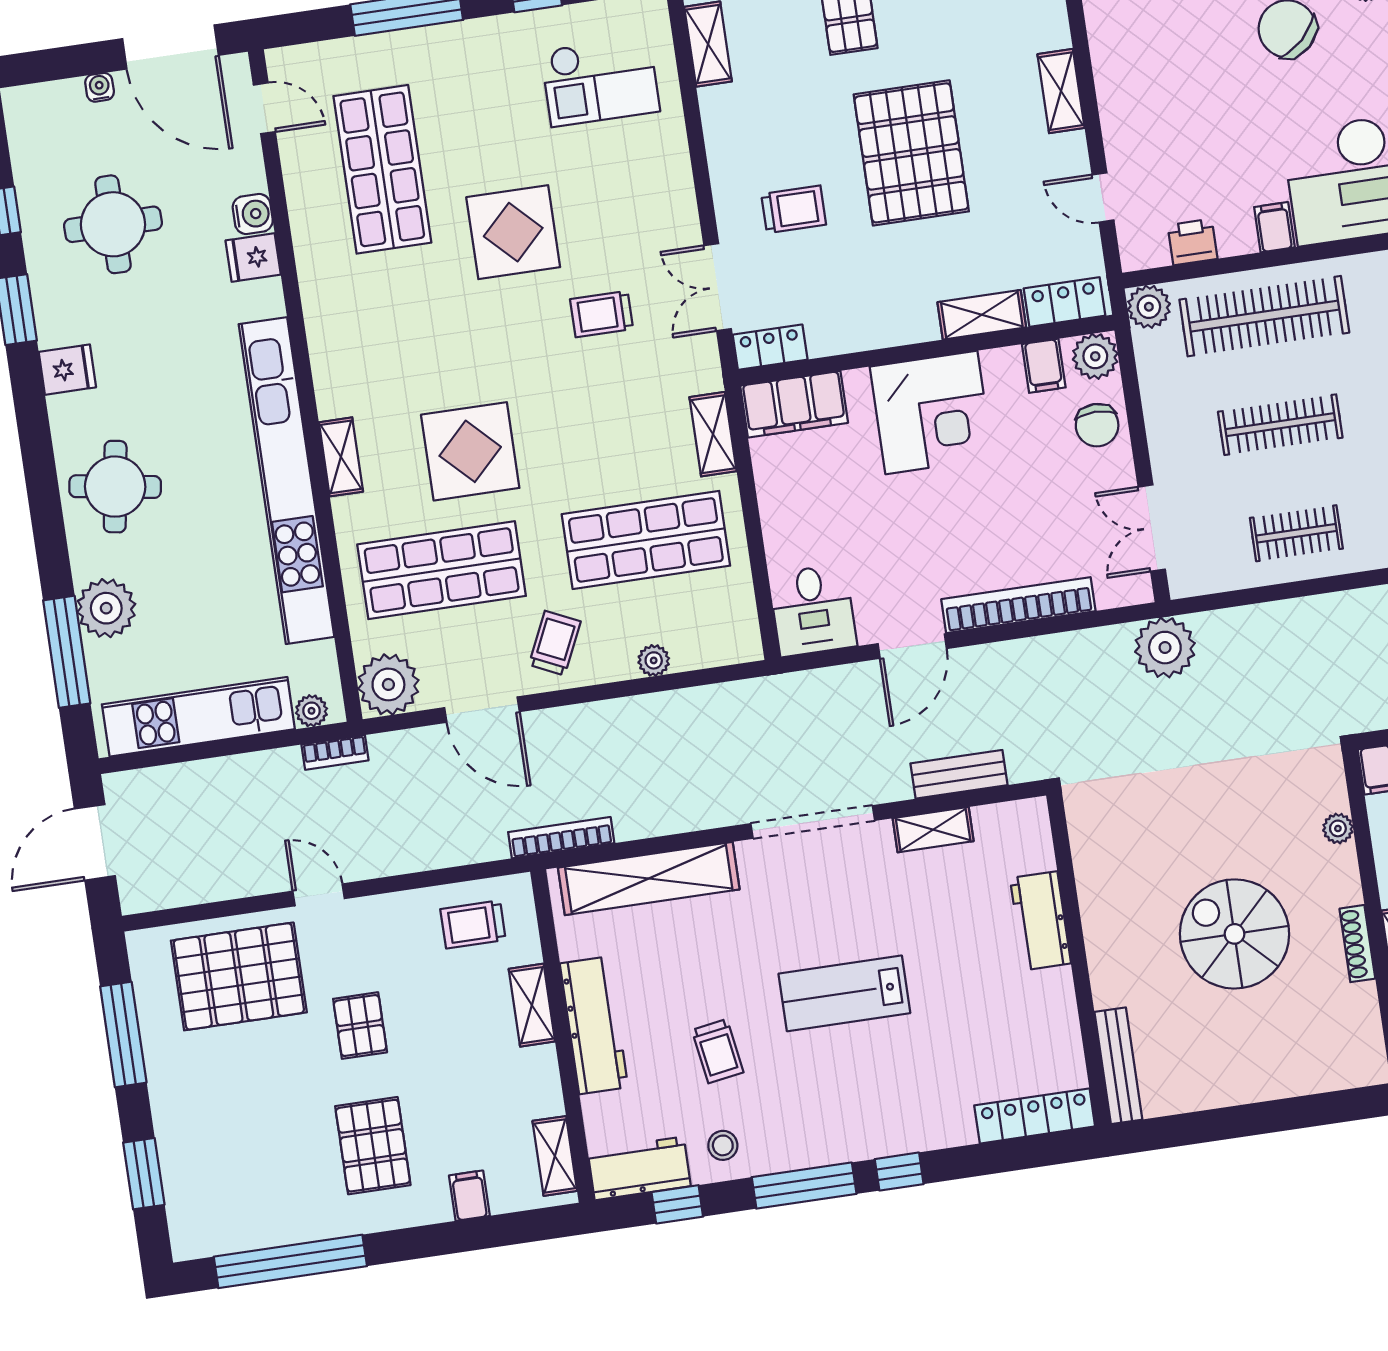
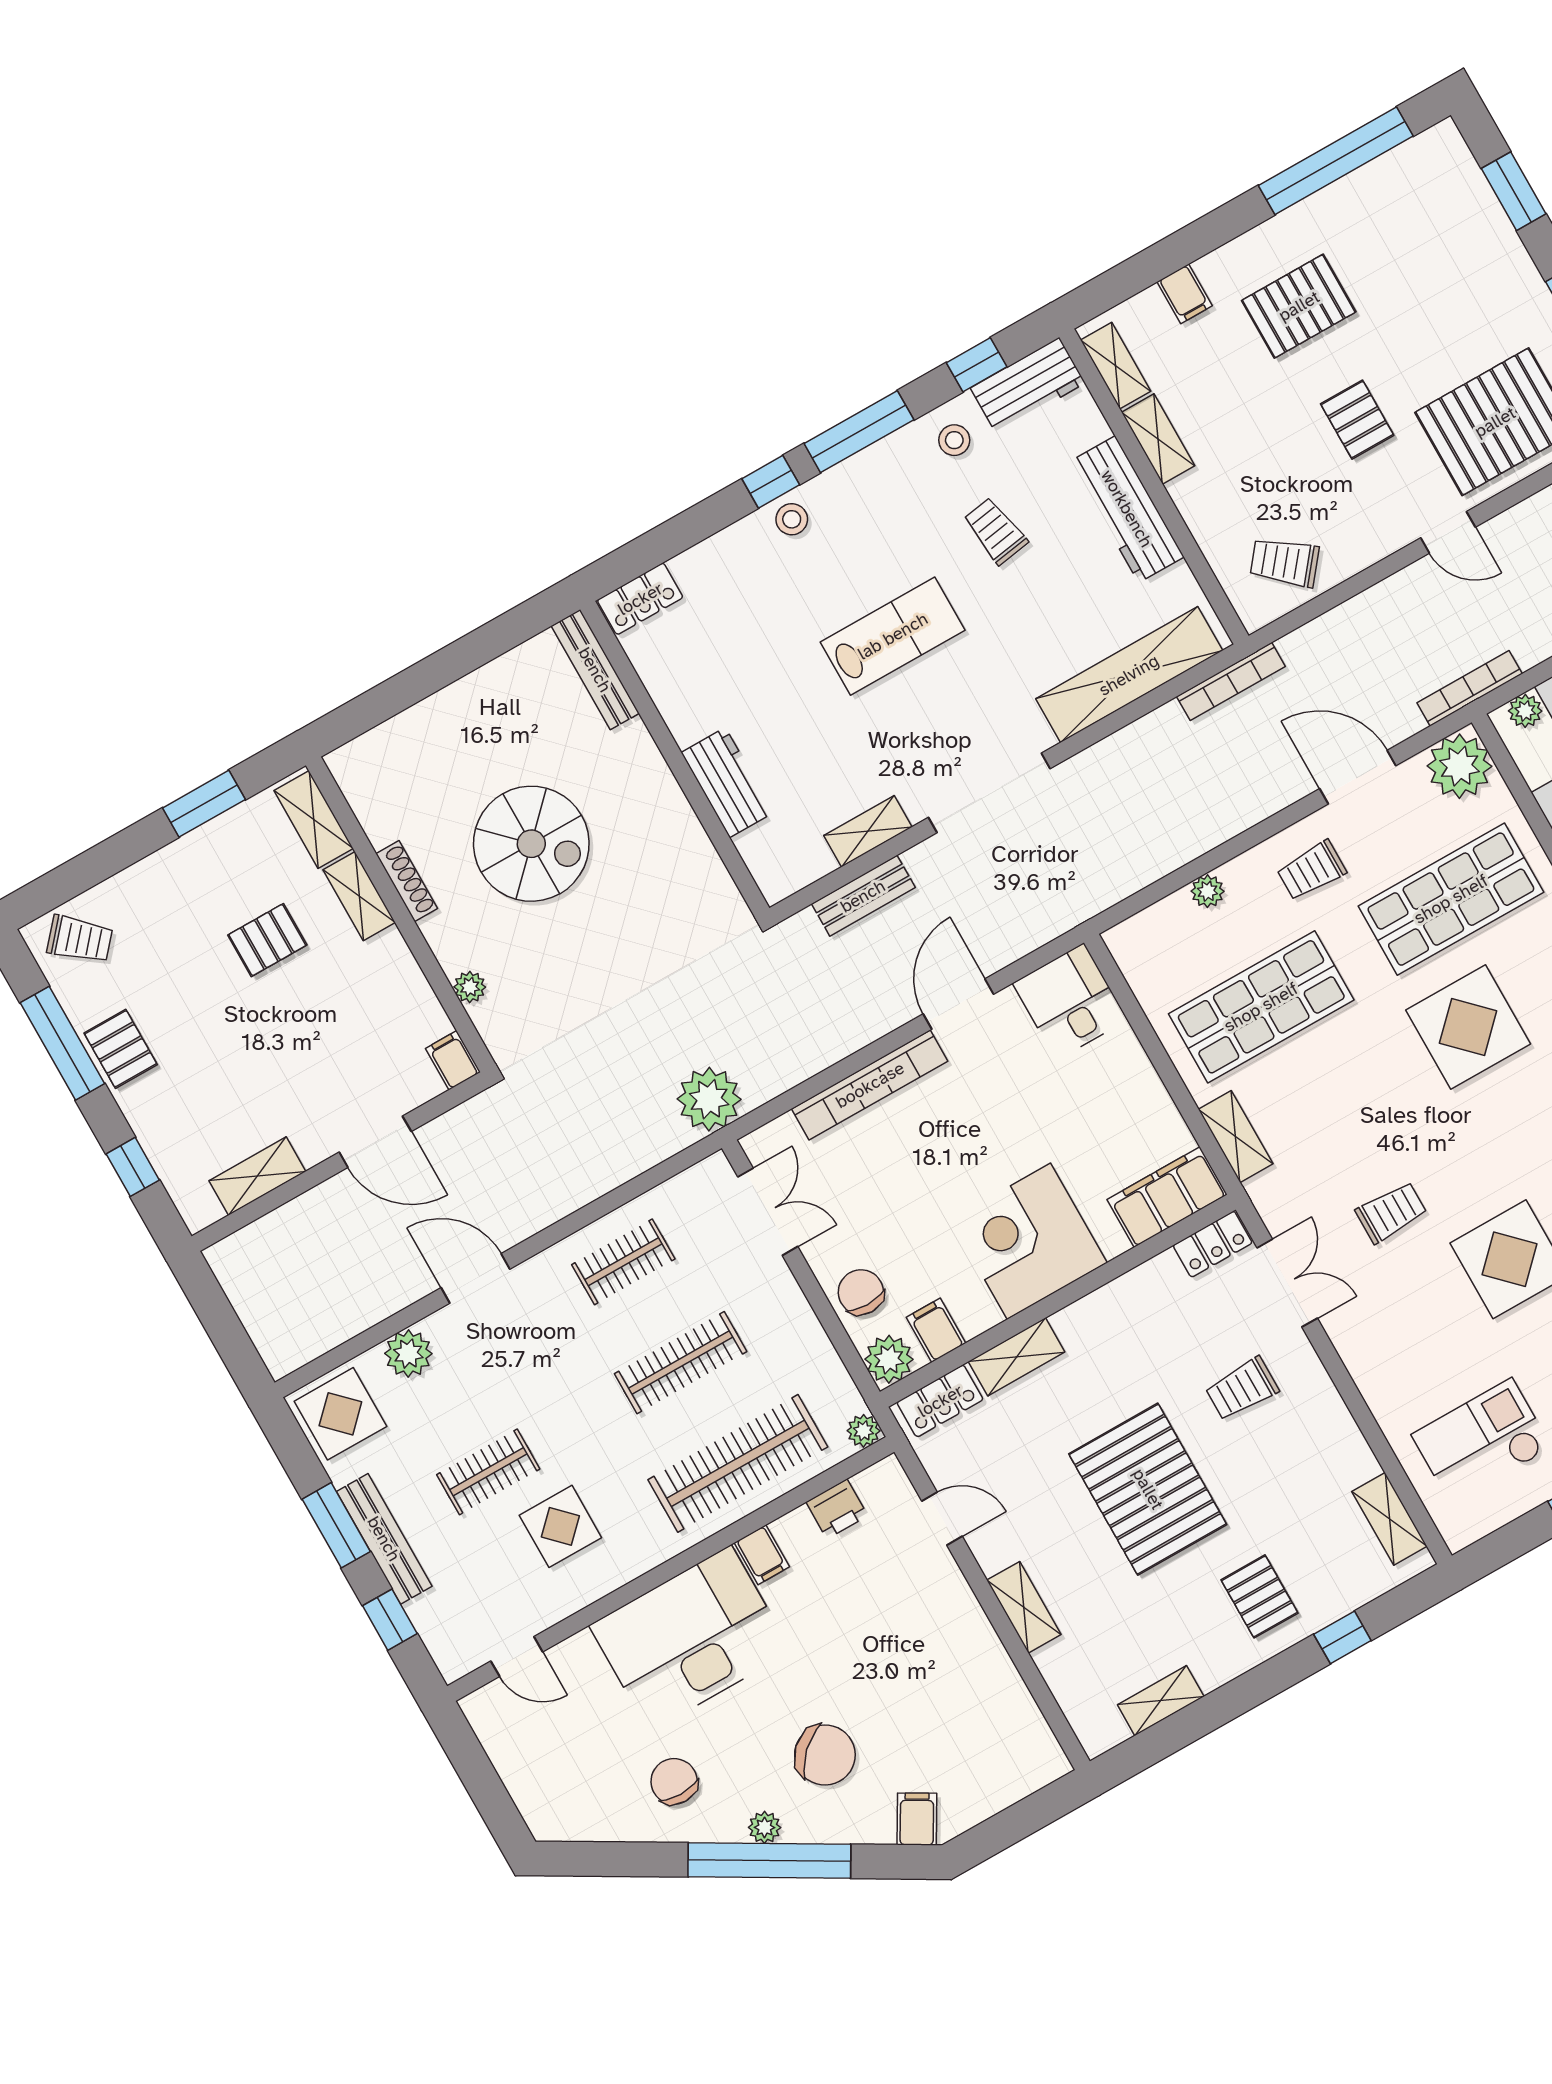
plant: (1149, 307) -> (864, 1431), width x0.73, depth x0.73
trolley: (555, 643) -> (1312, 870), turned 65
bookcase: (335, 752) -> (1470, 688), width x1.56
trolley: (473, 924) -> (1285, 562), turned -141
shelving: (532, 1005) -> (1158, 439), moved
locker: (1035, 1116) -> (640, 599), width x0.66
stool: (893, 1131) -> (792, 519), added
pallet: (373, 1146) -> (1299, 306), turned 90

